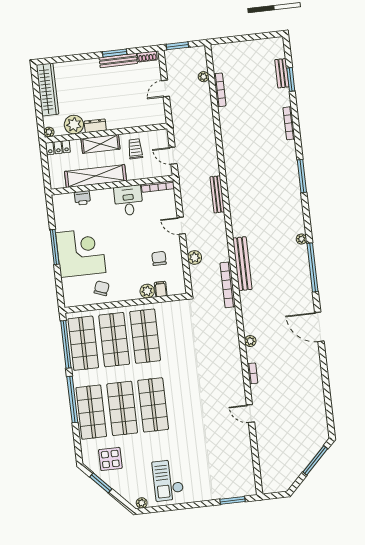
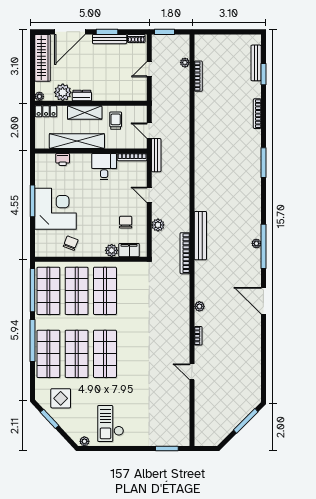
door: (74, 58) -> (70, 32), added
bench: (282, 73) -> (256, 63), width x1.36
bench: (217, 194) -> (156, 155), moved
plant: (301, 239) -> (256, 243), moved
filing cabinet: (161, 289) -> (129, 250), width x2.00

